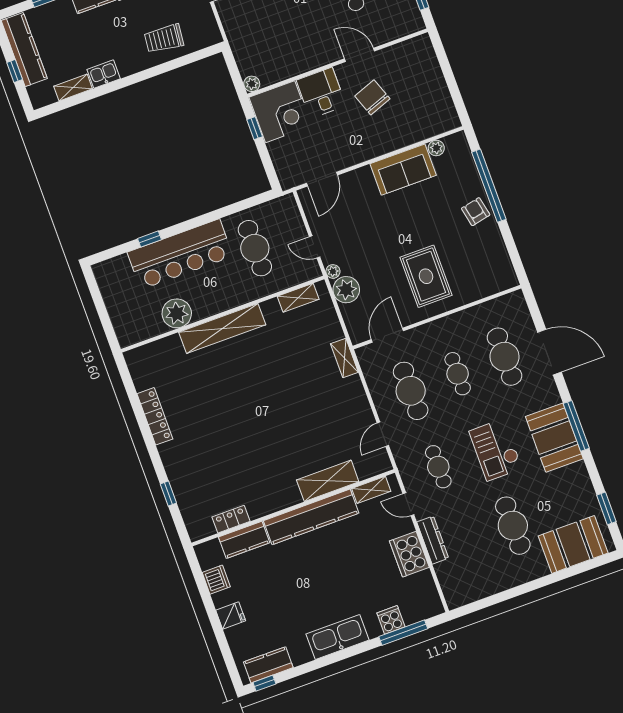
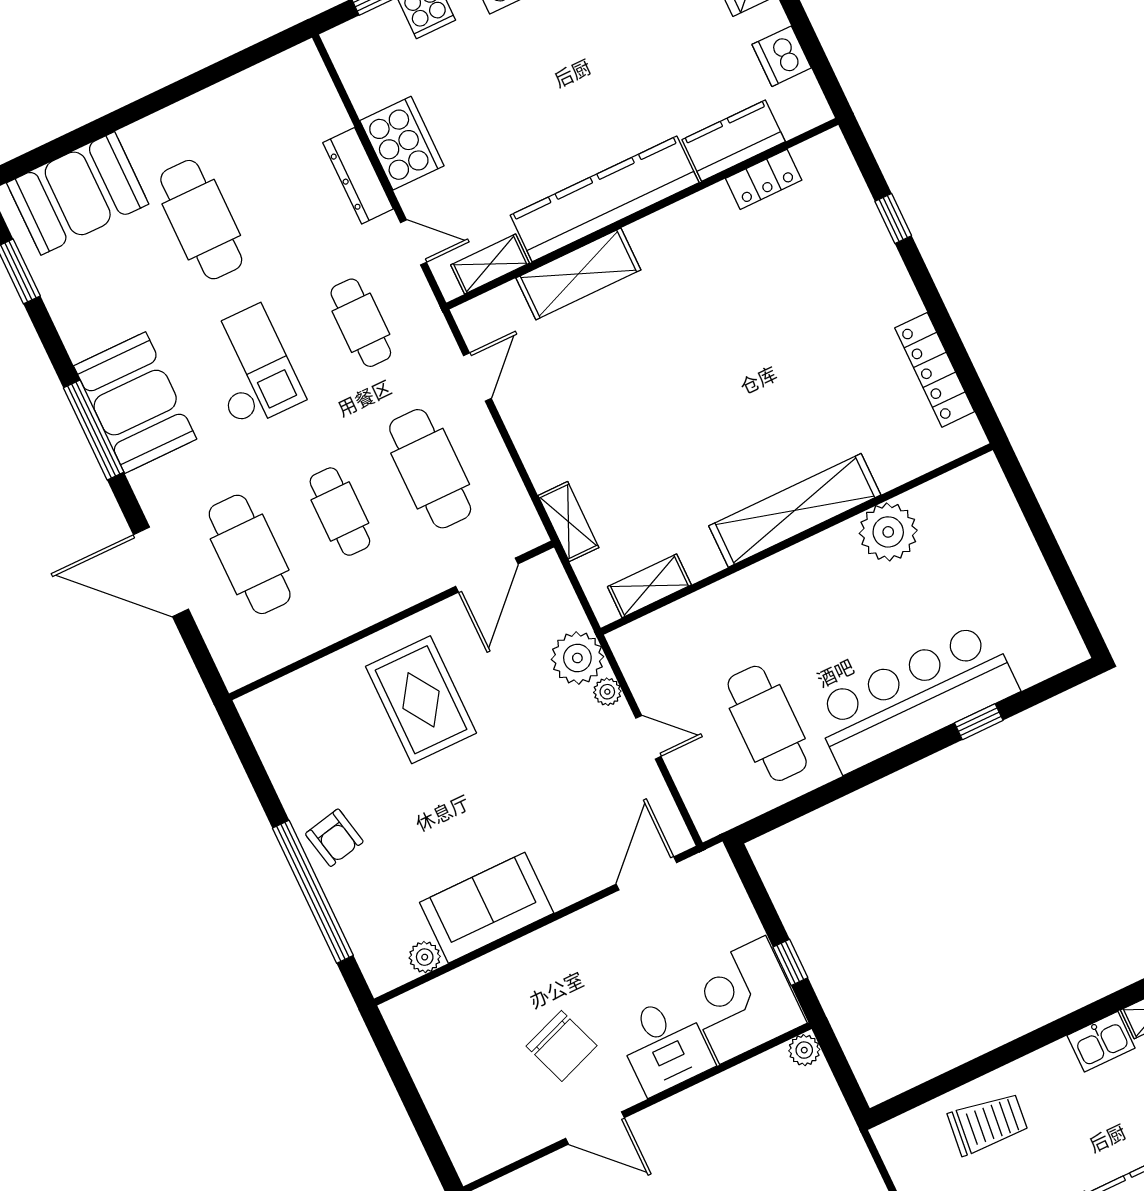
shelving: (298, 298) -> (649, 586), moved
plant: (177, 313) -> (888, 532), moved
wall: (223, 314) -> (797, 539), moved
shelving: (222, 329) -> (795, 510), moved

